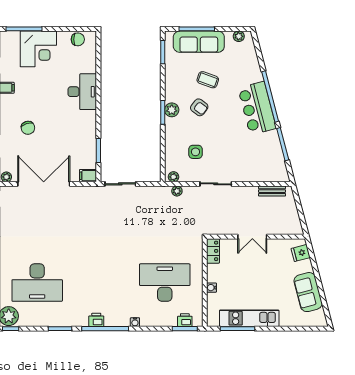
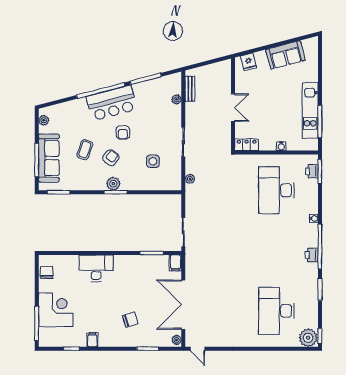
armchair: (226, 120) -> (123, 133), added
plant: (174, 177) -> (177, 99), moved
desk: (37, 283) -> (276, 311), turned 180

